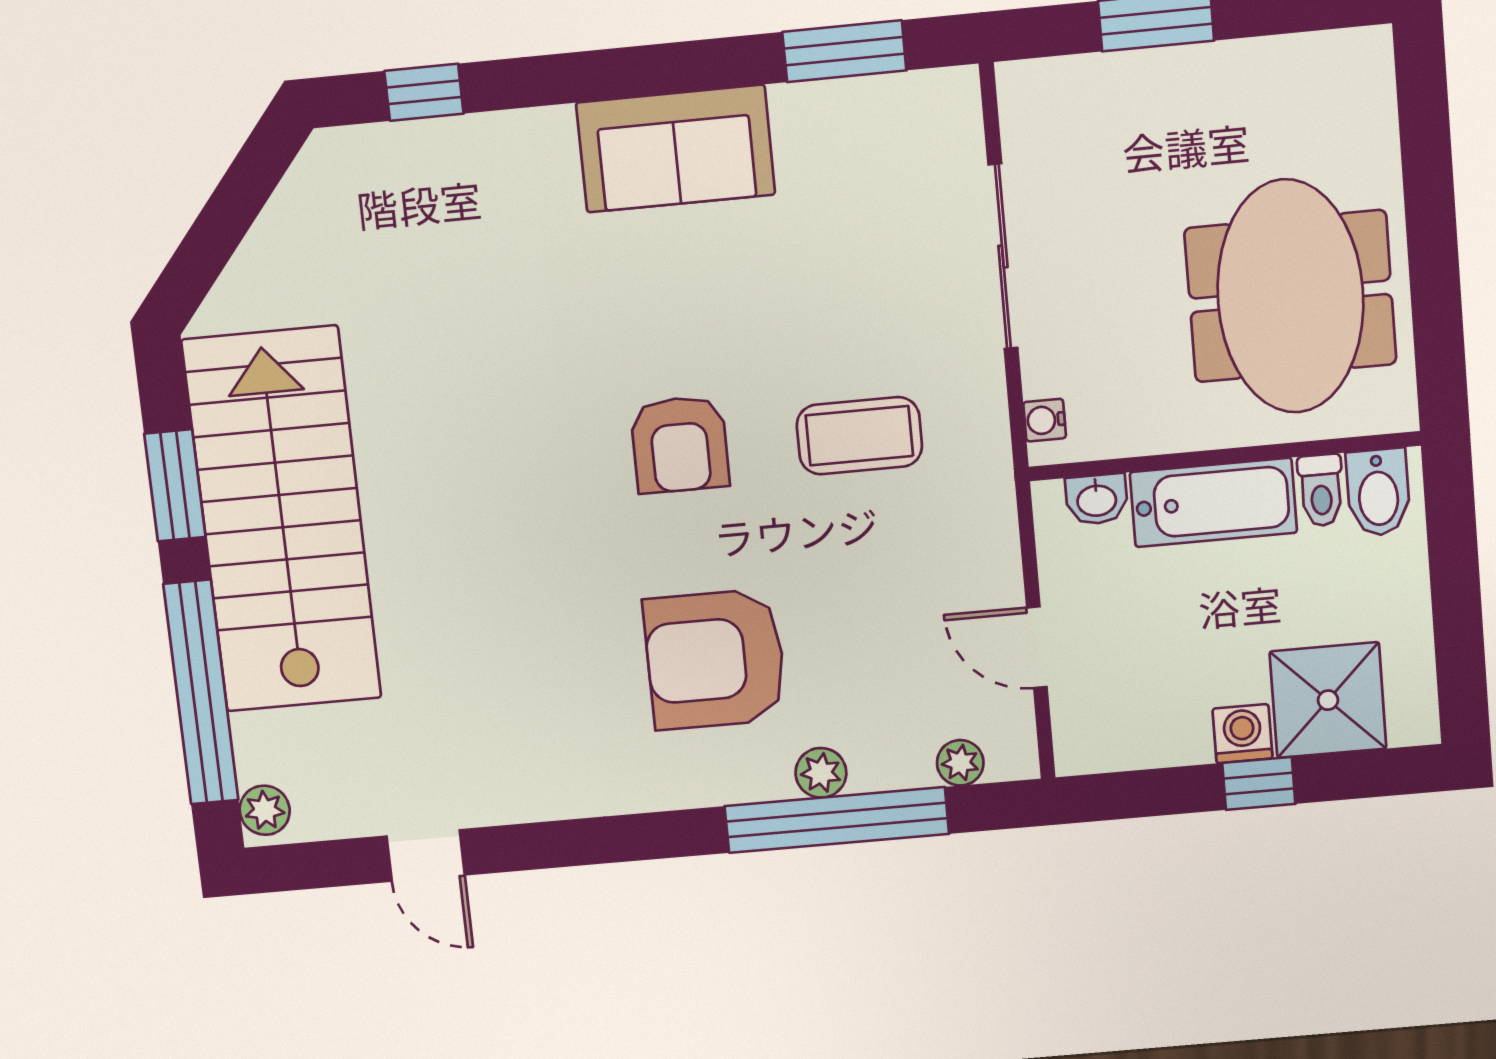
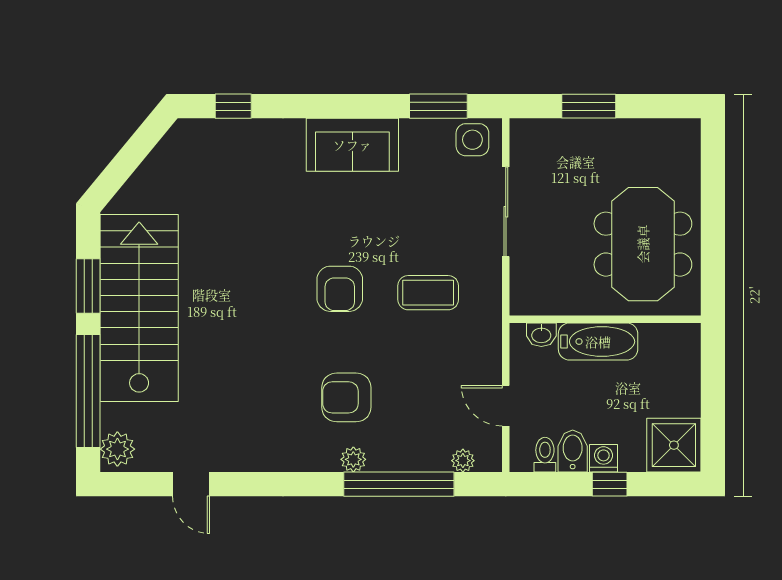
side table: (921, 114) -> (472, 140), added
water cooler: (1045, 420) -> (519, 293), removed
toilet: (1321, 490) -> (545, 455), moved, turned 180
bidet: (1378, 492) -> (573, 451), moved, turned 180
armchair: (715, 659) -> (346, 397), width x0.73, depth x0.73
shower: (1328, 700) -> (674, 445), moved
plant: (821, 773) -> (353, 459), moved
plant: (265, 810) -> (117, 449), width x1.38, depth x1.38

